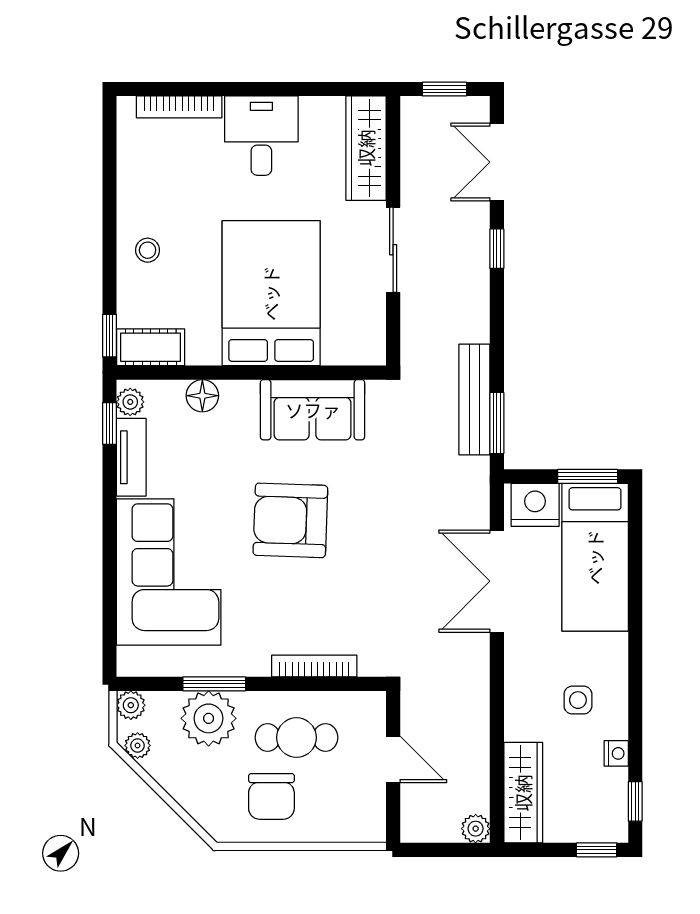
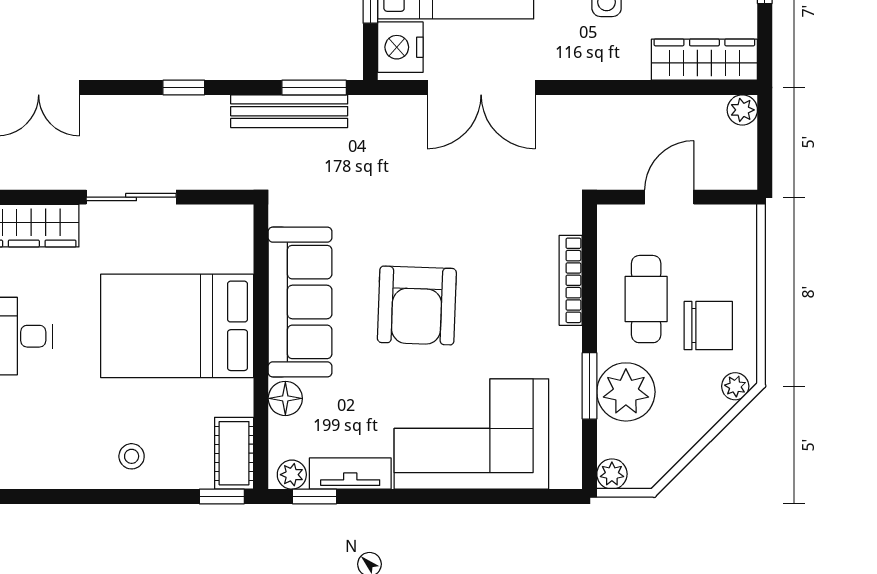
window: (497, 249) -> (184, 88), moved
sofa: (313, 410) -> (300, 302), width x1.36
plant: (138, 746) -> (735, 386), moved

